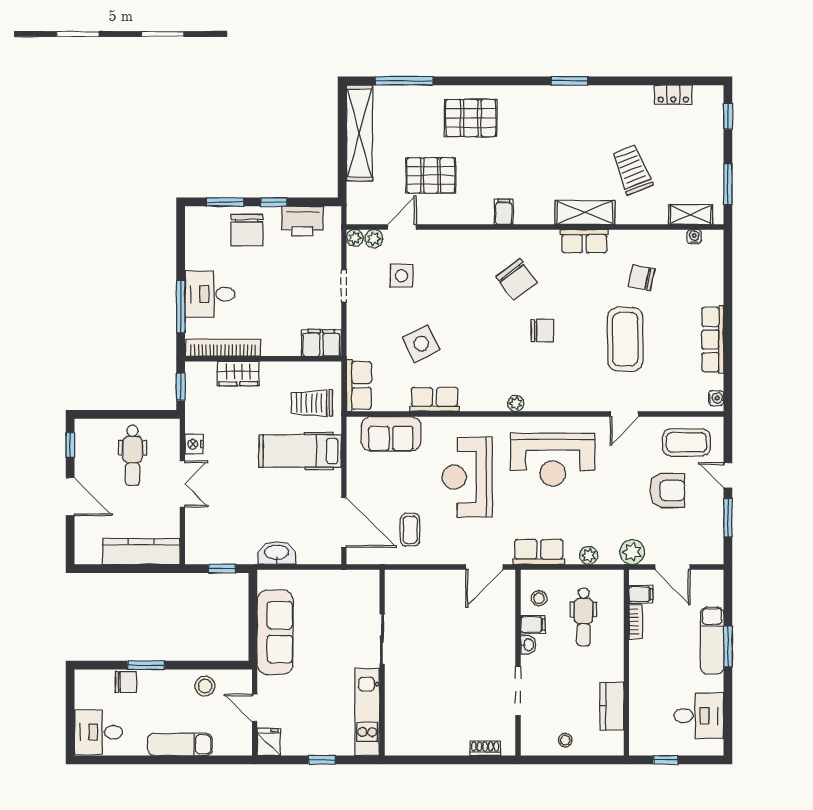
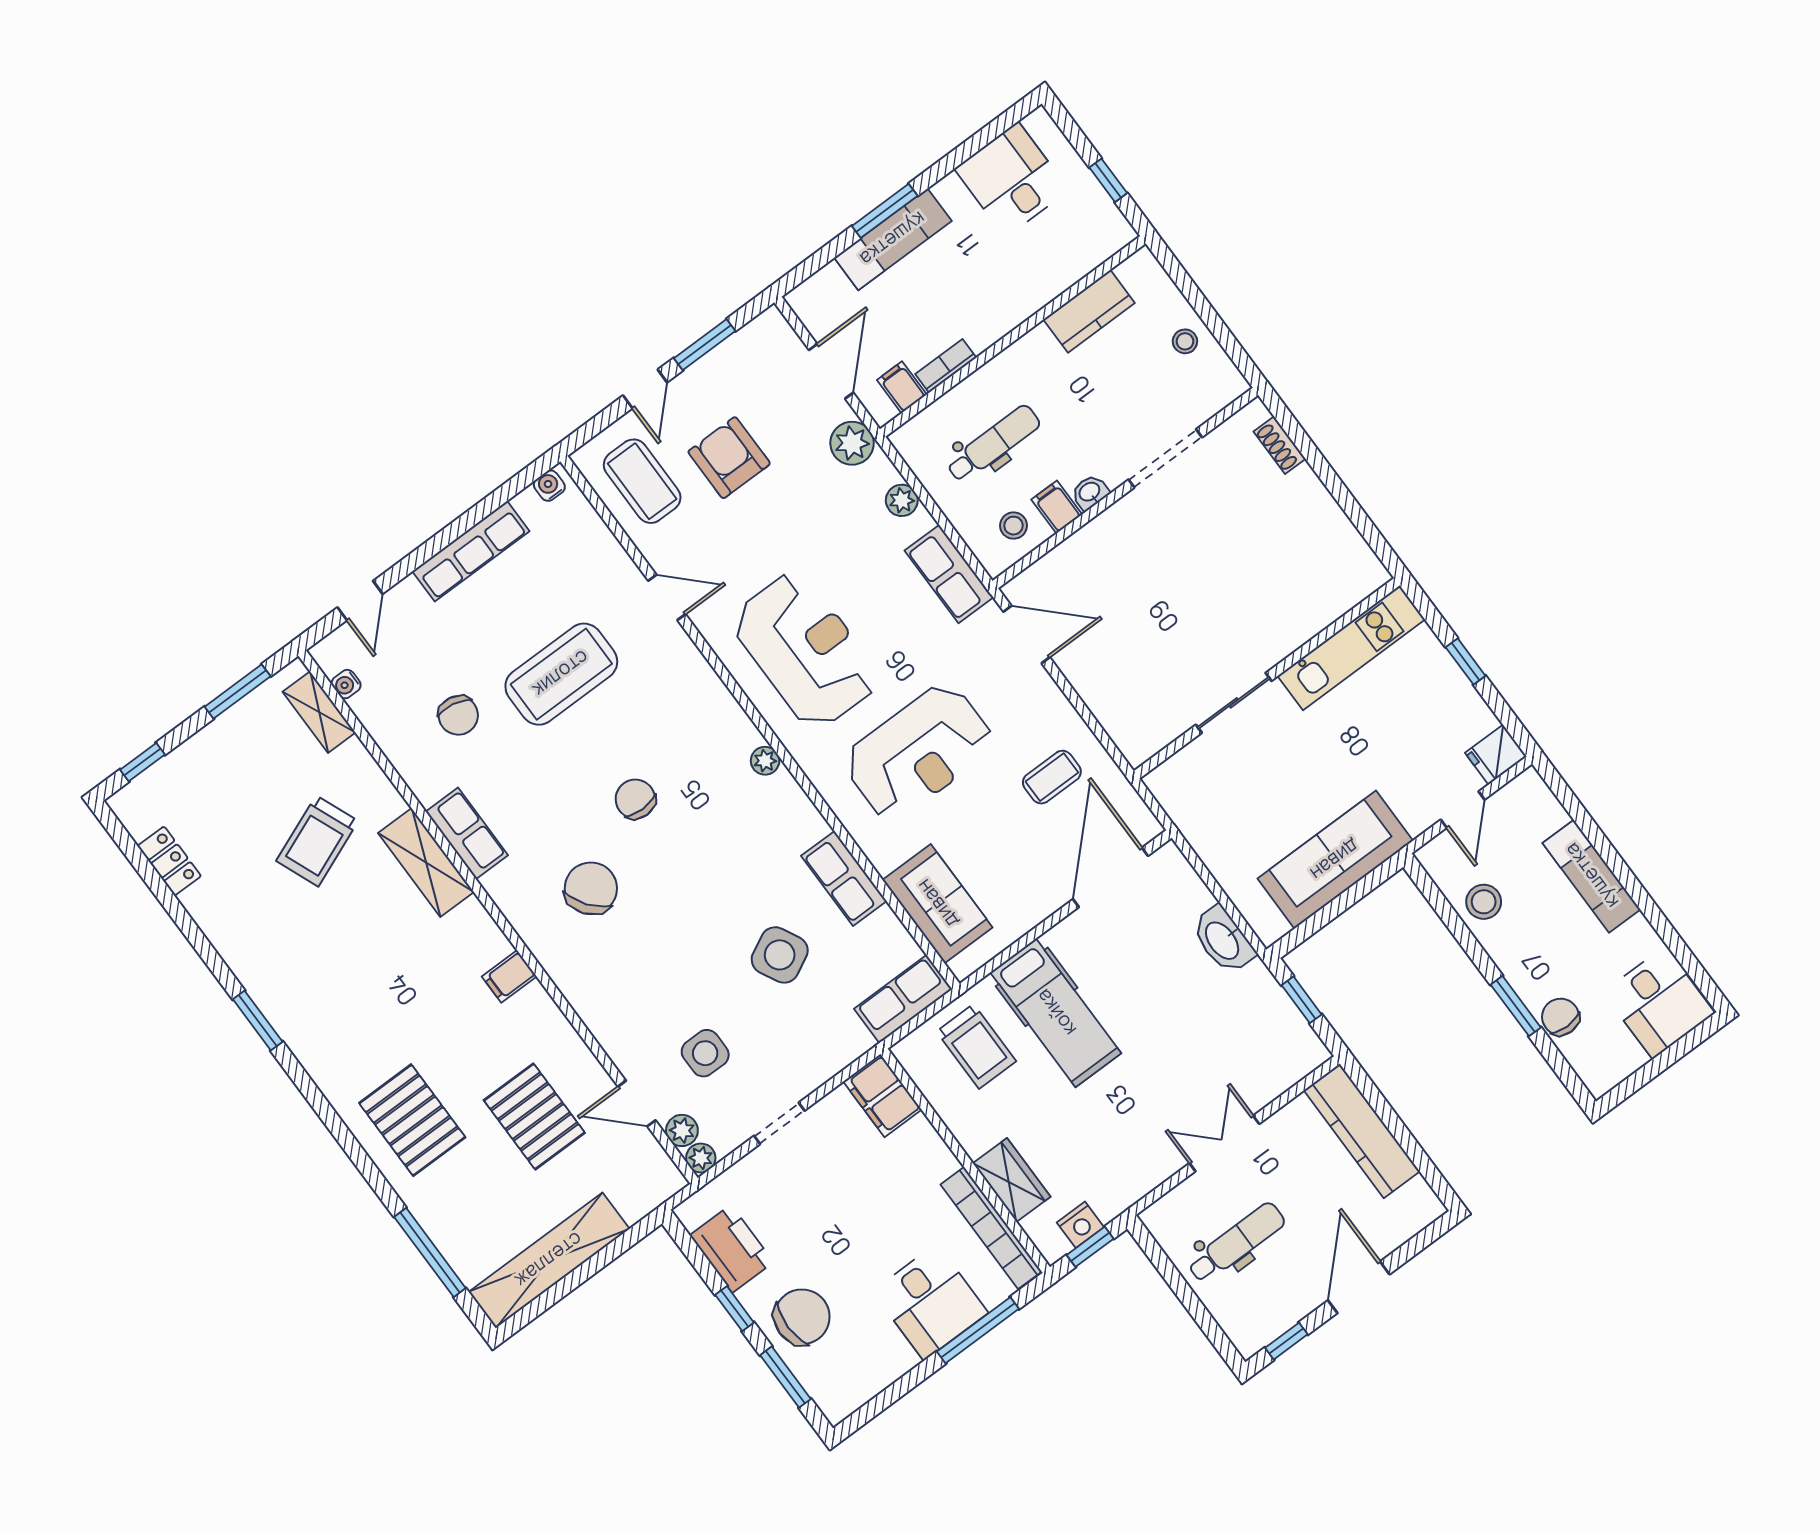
door: (728, 272) -> (360, 601), added
nightstand: (194, 444) -> (1080, 1225), moved

